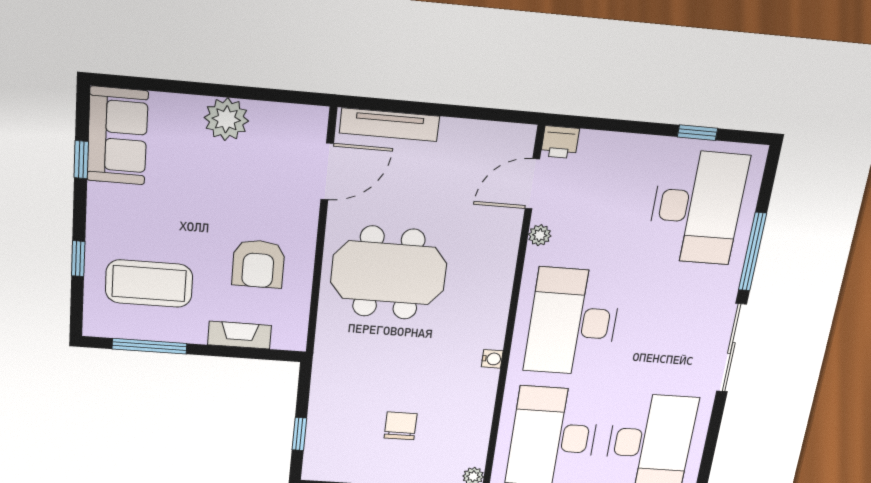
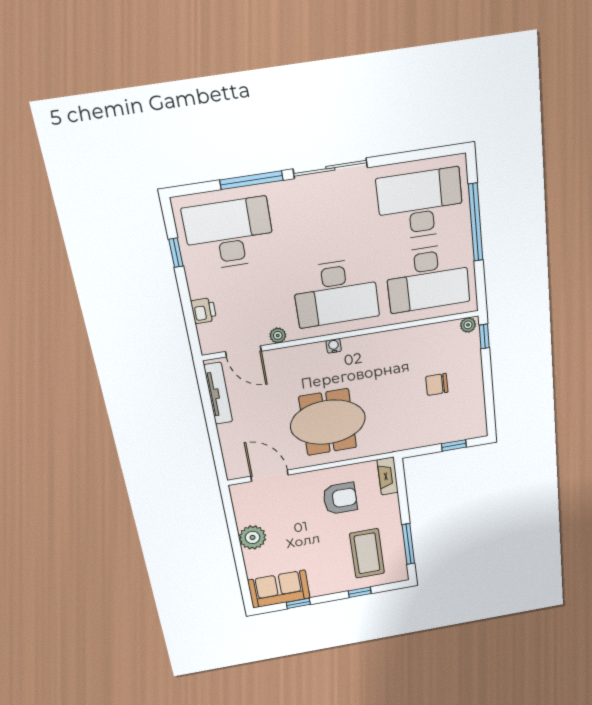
tv unit: (389, 125) -> (218, 393), moved
printer: (560, 142) -> (204, 311), moved
meeting table: (389, 273) -> (328, 422), turned 90
fireplace: (240, 335) -> (388, 476), moved
water cooler: (492, 359) -> (334, 346), moved

